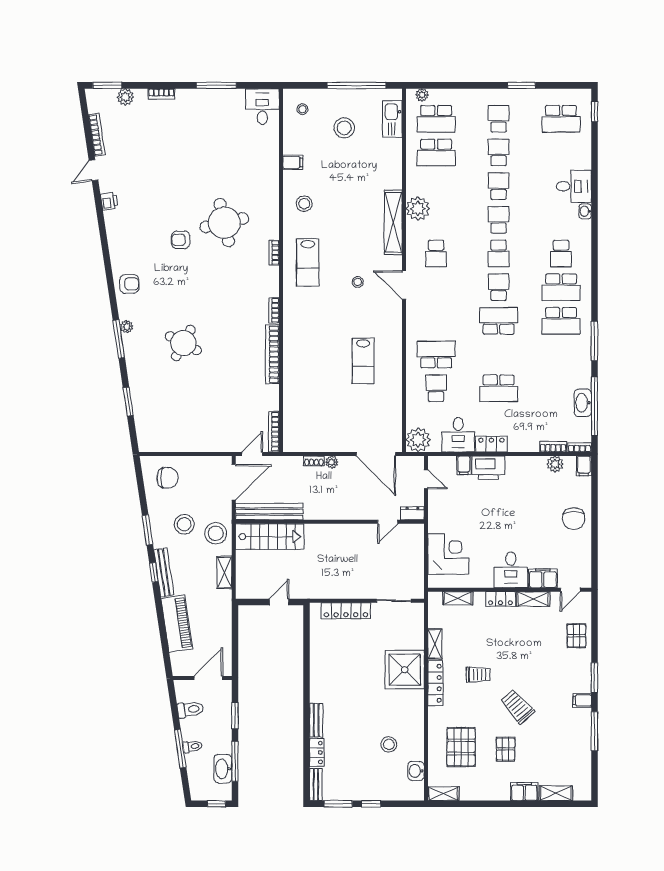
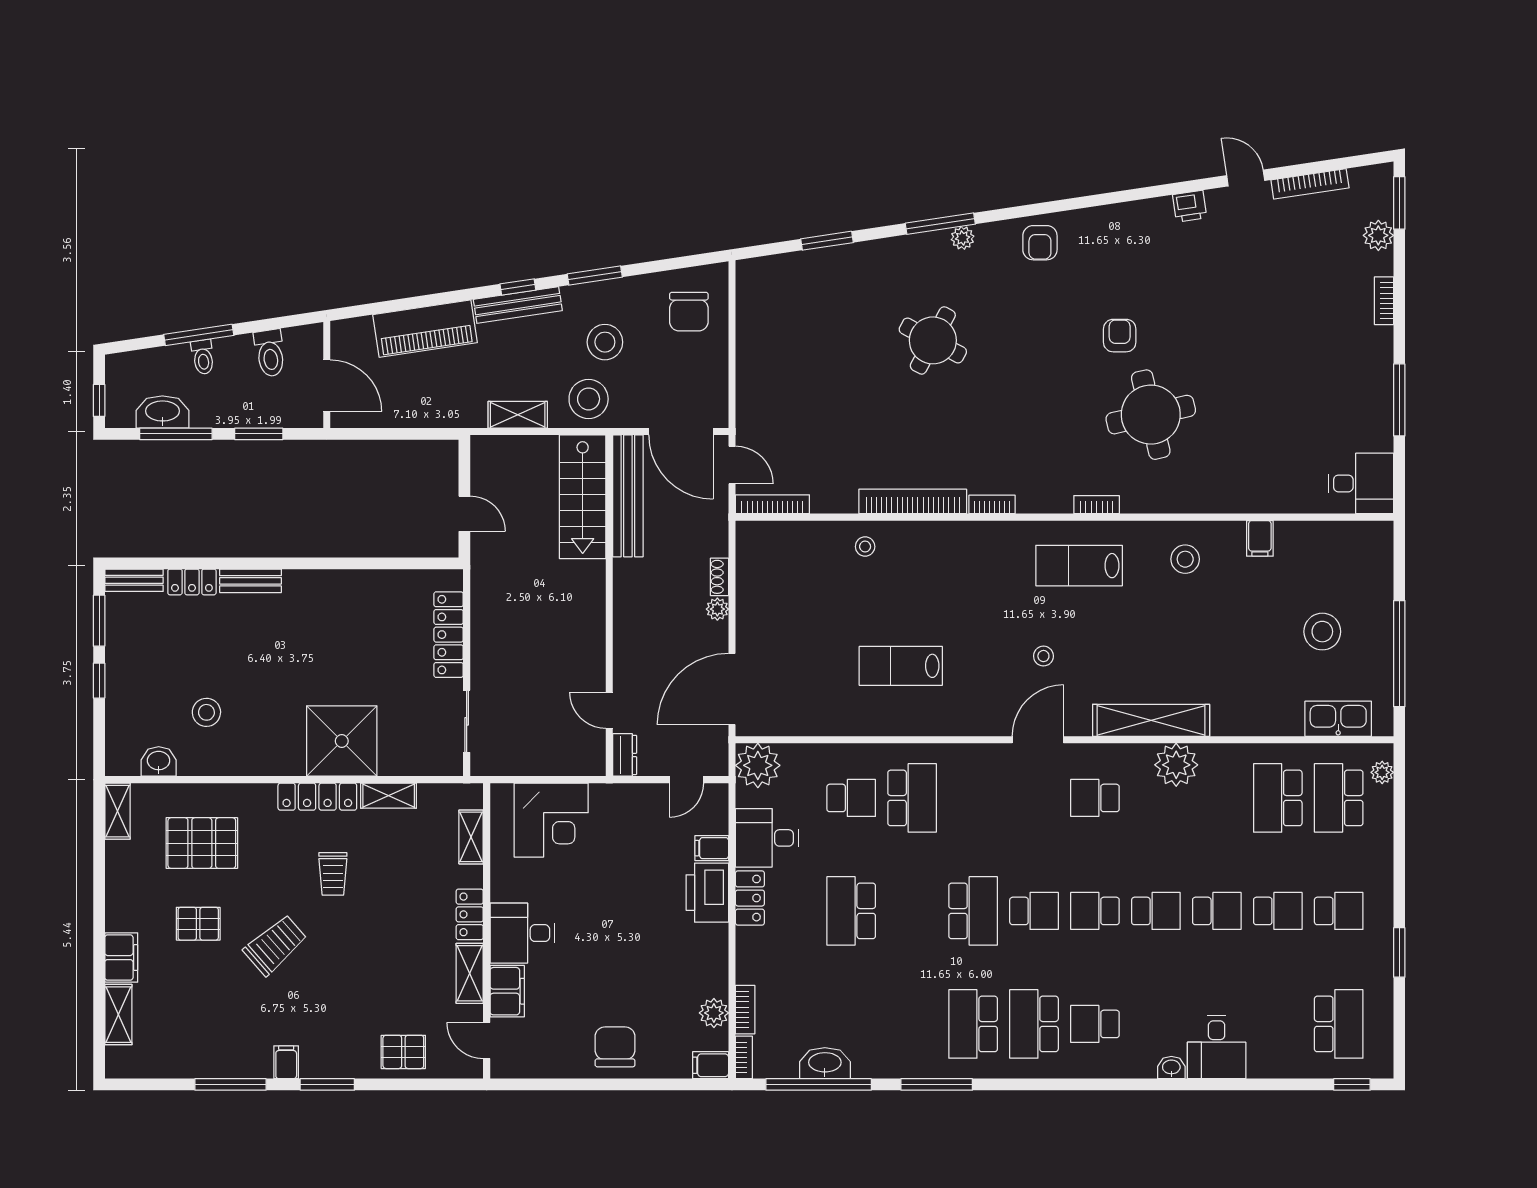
stool: (302, 109) -> (865, 547), moved
school desk: (561, 119) -> (1339, 1024), turned 180
chair: (574, 519) -> (615, 1047), turned 90

